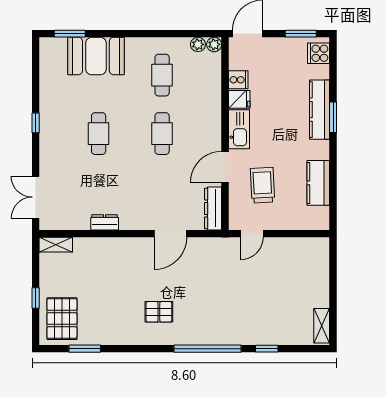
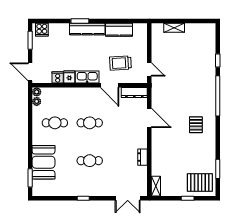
kitchen counter: (320, 110) -> (87, 29), moved
shelving: (322, 326) -> (174, 28), moved

